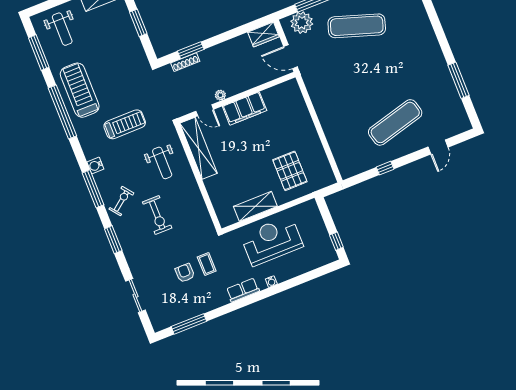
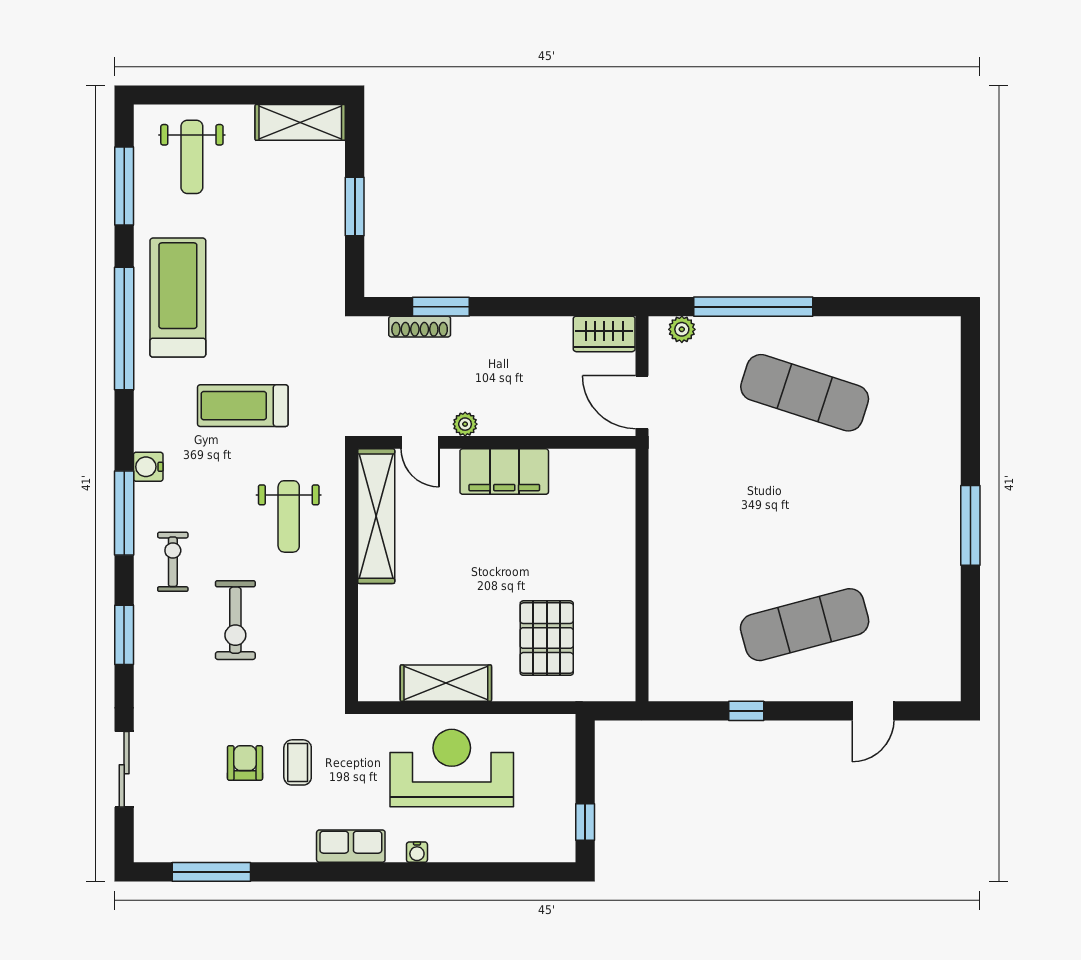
plant: (302, 23) -> (682, 329), width x0.53, depth x0.53
window: (458, 80) -> (970, 525), moved
treadmill: (125, 124) -> (243, 406), turned 180
exercise bike: (121, 201) -> (173, 562), turned -52

